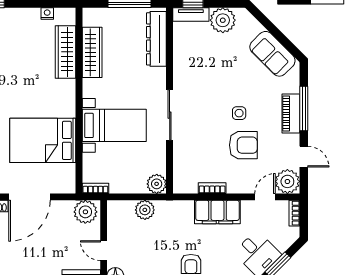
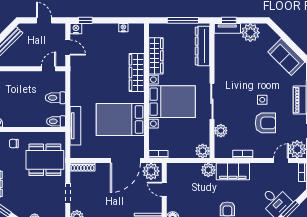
wardrobe: (66, 52) -> (137, 72), moved
bed with nightstands: (114, 125) -> (172, 102), width x1.36
plant: (182, 156) -> (221, 131), added
door: (29, 197) -> (125, 160), moved
plant: (145, 210) -> (208, 170), moved
filing cabinet: (217, 212) -> (233, 171), moved
door: (104, 251) -> (164, 189), moved

